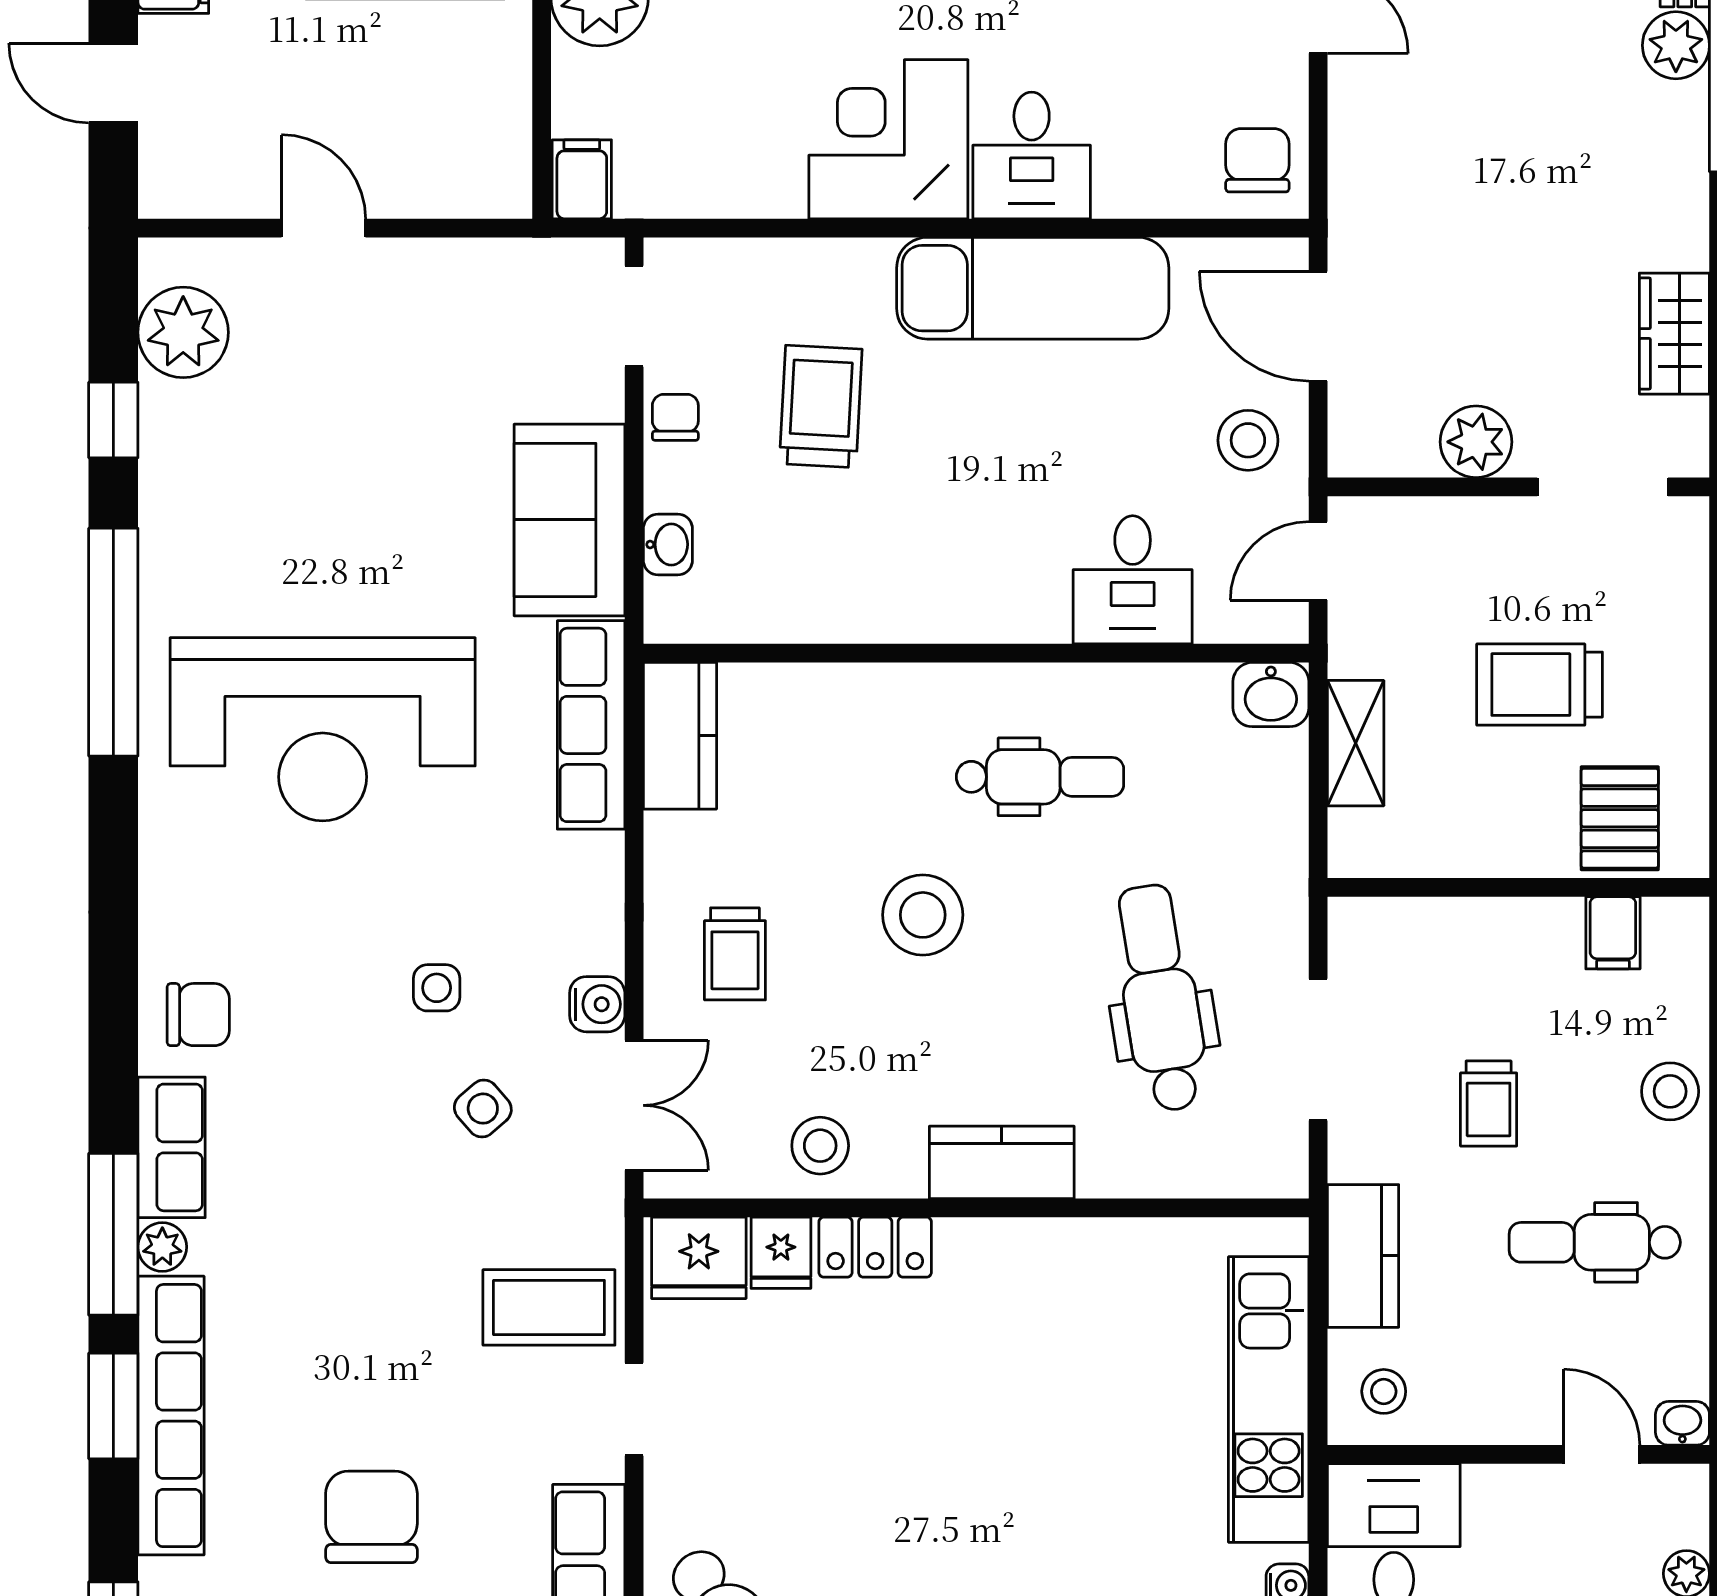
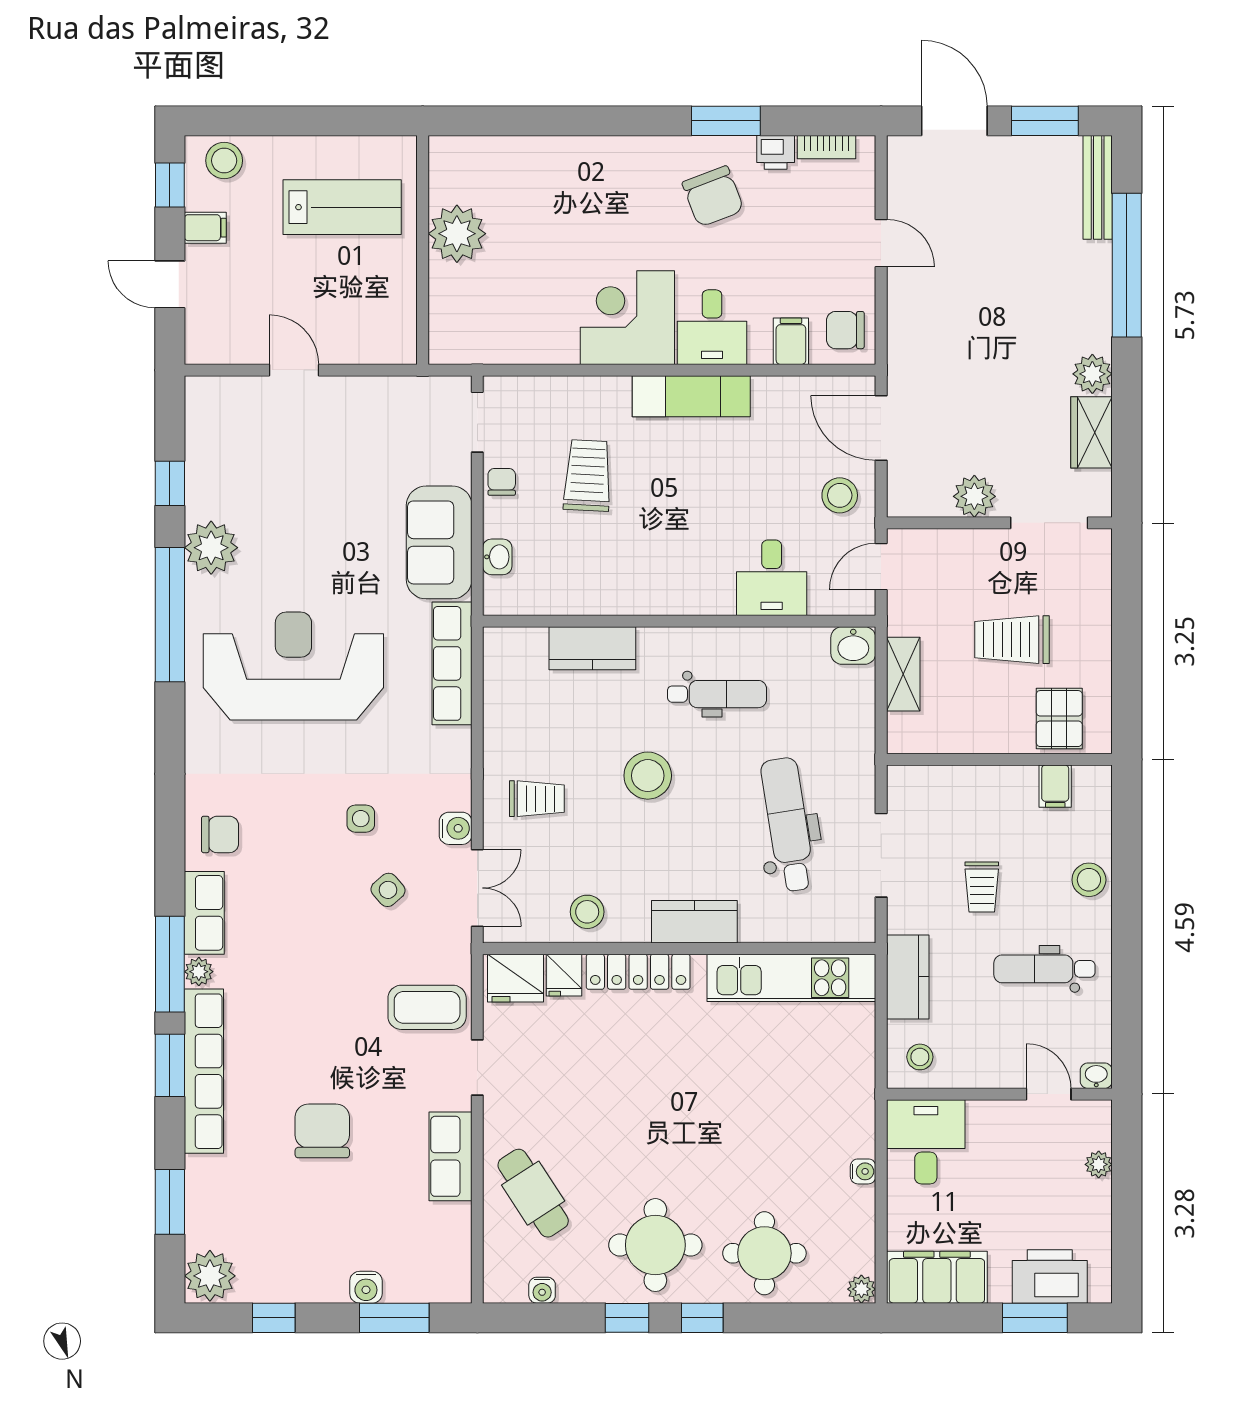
plant: (1676, 45) -> (1092, 374), moved
chair: (1257, 160) -> (845, 330), turned -90
filing cabinet: (582, 179) -> (791, 341), moved
exam couch: (1033, 288) -> (691, 396), width x0.73, depth x0.69
plant: (183, 332) -> (211, 548), moved
reception desk: (323, 729) -> (293, 666), turned 180
kitchen counter: (680, 736) -> (592, 648), moved, turned 90
trolley: (735, 954) -> (537, 799), turned -90
locker: (875, 1247) -> (638, 972), width x1.53
kitchen unit: (1269, 1400) -> (791, 978), moved, turned -90

